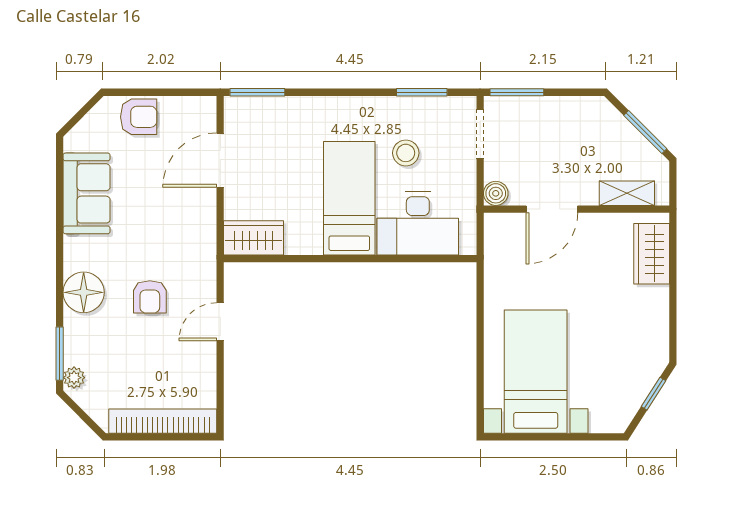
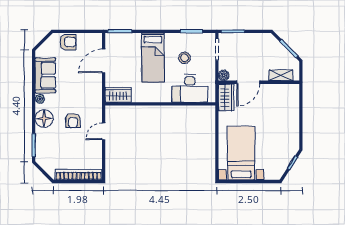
bed: (349, 198) -> (153, 58), moved, turned 180
wardrobe: (652, 254) -> (226, 98), moved, turned 180
plant: (74, 378) -> (40, 99), moved

